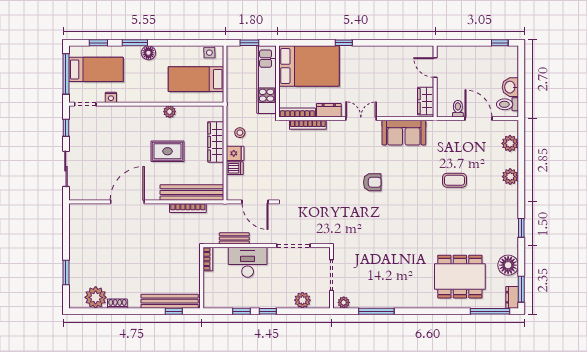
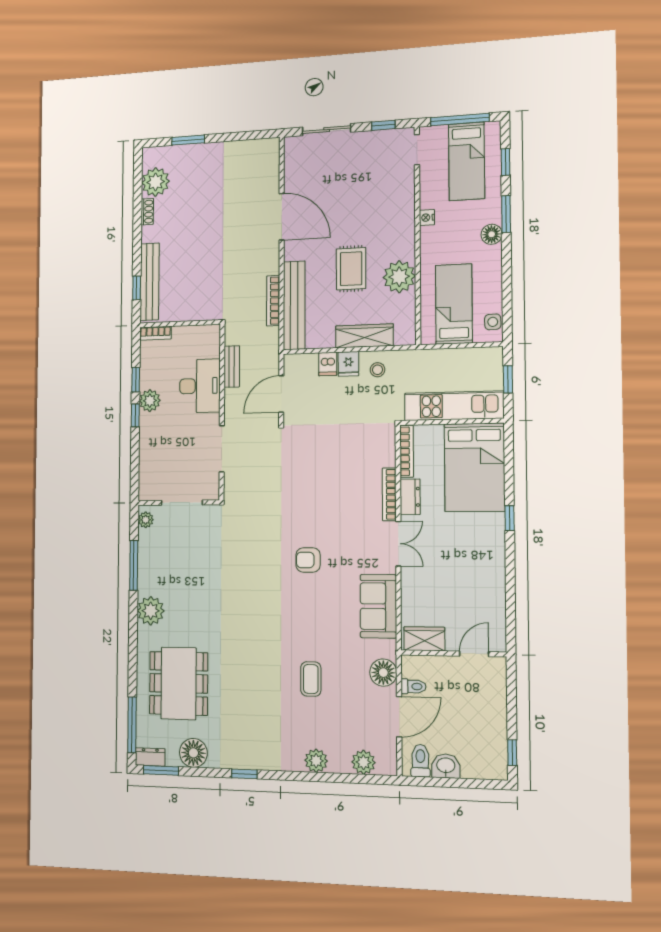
nightstand: (111, 97) -> (427, 218), moved
plant: (170, 112) -> (399, 277), width x1.87, depth x1.87
bookcase: (308, 125) -> (389, 494), moved
floor lamp: (449, 129) -> (383, 673), added
armchair: (372, 182) -> (308, 560), turned 90
bookcase: (208, 259) -> (155, 333), moved
plant: (409, 298) -> (151, 611), added
plant: (302, 300) -> (150, 401), moved

